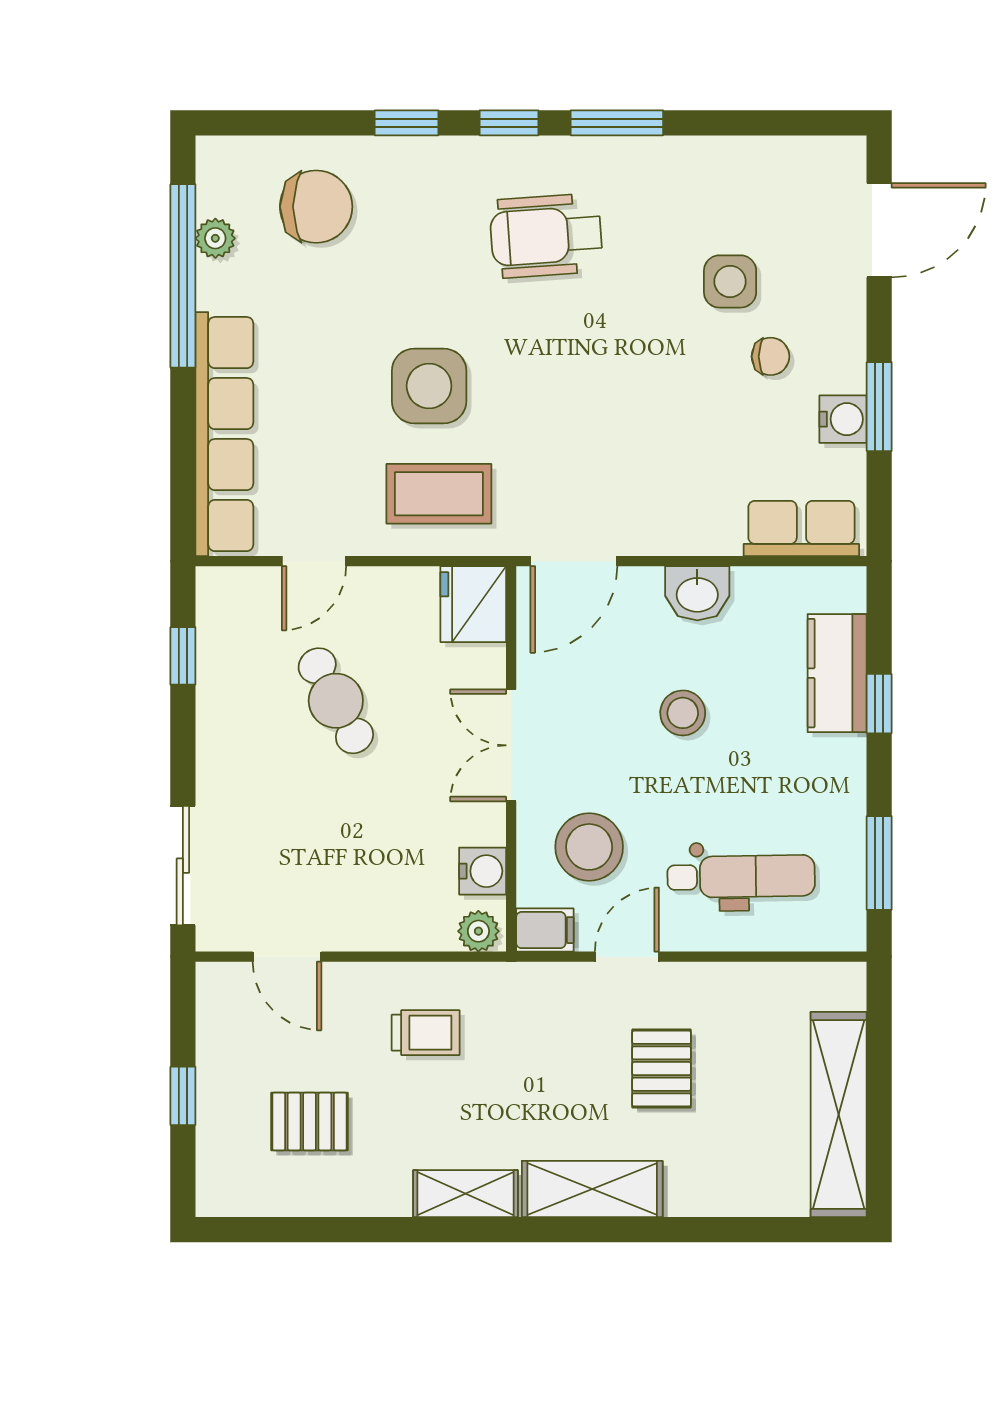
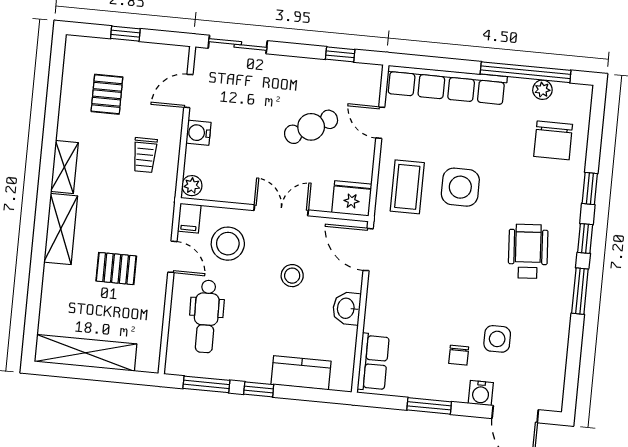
water cooler: (843, 419) -> (481, 393), moved
window: (879, 704) -> (259, 389), moved
stool: (683, 713) -> (292, 276), moved
water cooler: (483, 871) -> (198, 133), moved, turned 90

